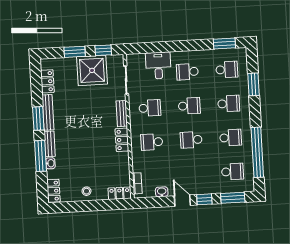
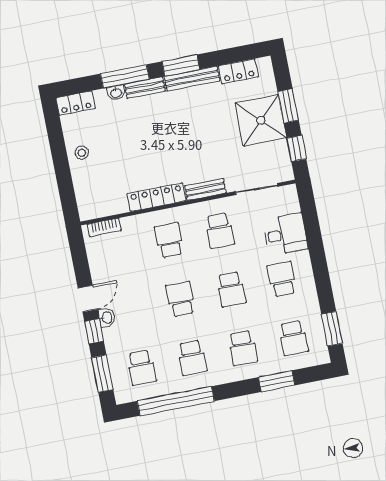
shower: (92, 70) -> (261, 120), moved
locker: (122, 140) -> (157, 197), width x1.53
washbasin: (162, 192) -> (107, 317), moved
locker: (119, 193) -> (86, 203), removed

